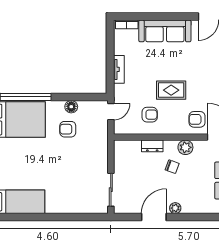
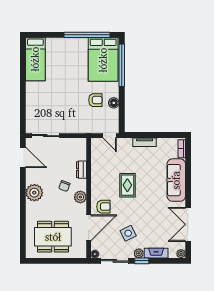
armchair: (150, 115) -> (107, 168), removed
armchair: (197, 119) -> (103, 207), turned 90
armchair: (68, 129) -> (95, 100), turned 90
plant: (175, 208) -> (34, 193), width x1.88, depth x1.88
door: (154, 217) -> (23, 157), moved

